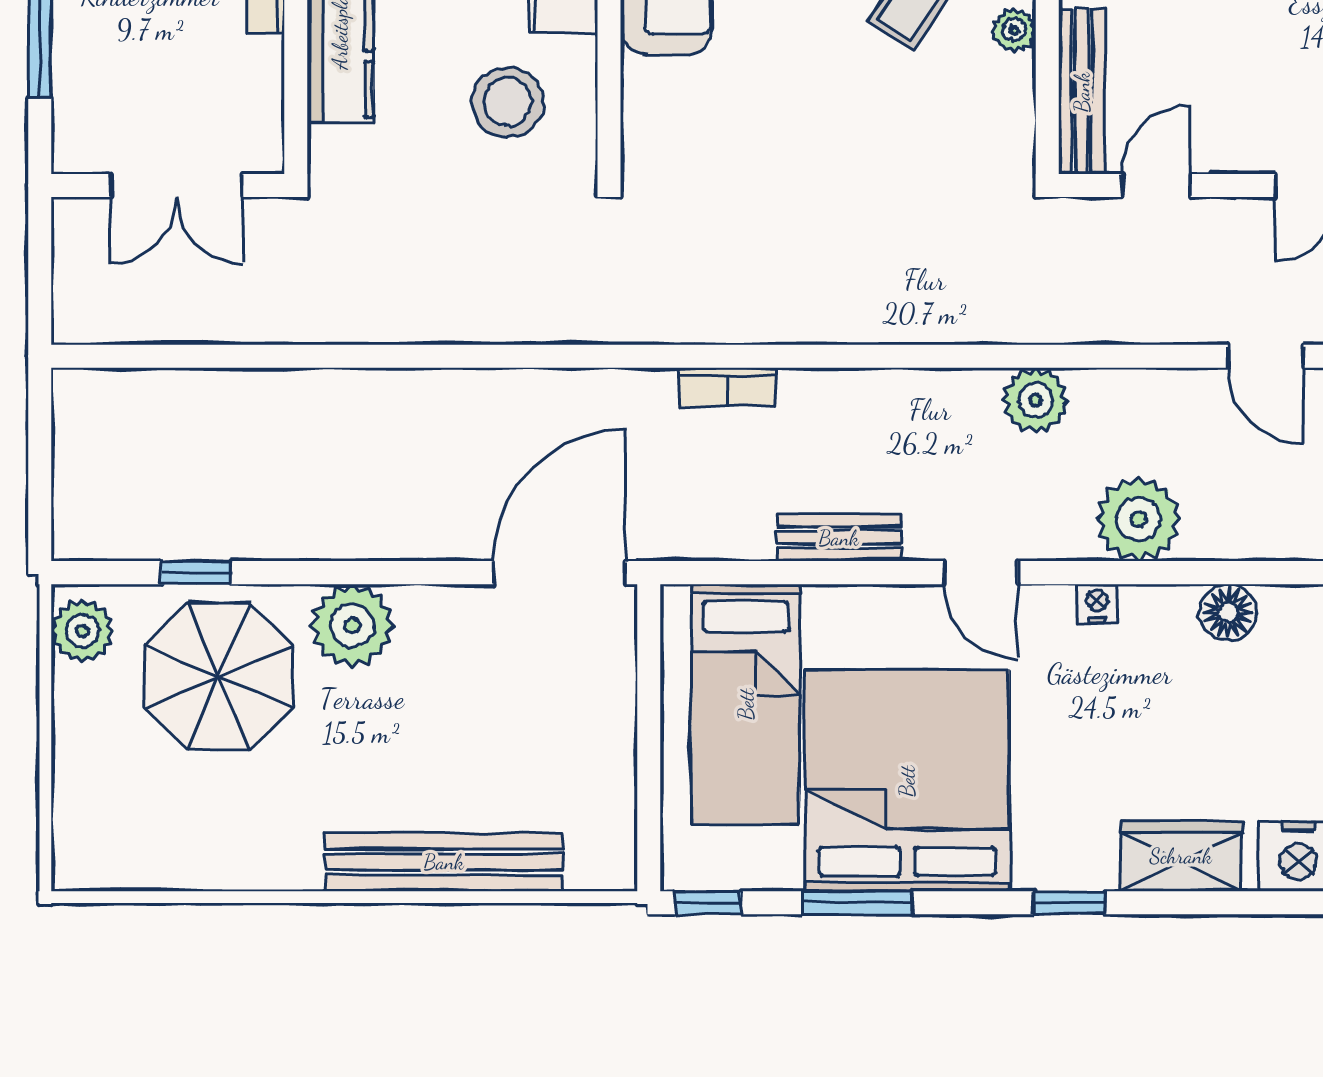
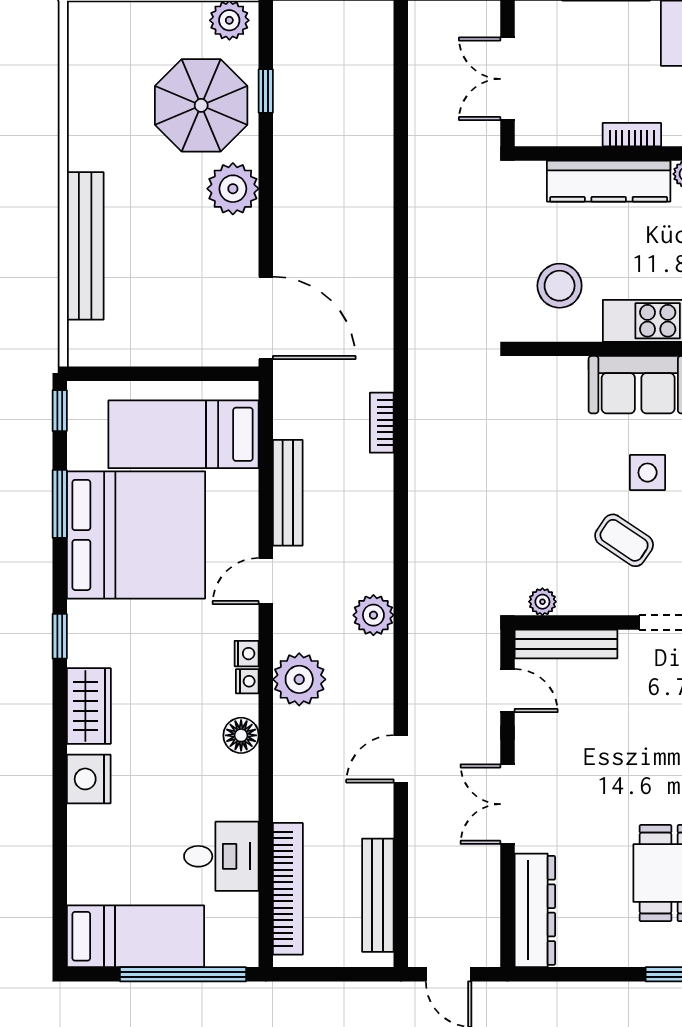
plant: (1014, 30) -> (542, 602), moved
bench: (839, 538) -> (288, 493), width x1.36
nightstand: (1141, 602) -> (247, 681), added

